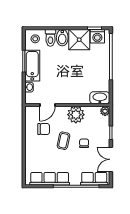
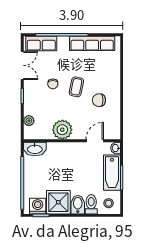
washbasin: (100, 98) -> (35, 149), moved
door: (47, 105) -> (95, 141), moved
wall: (67, 105) -> (72, 141), moved
plant: (76, 115) -> (62, 130), moved

